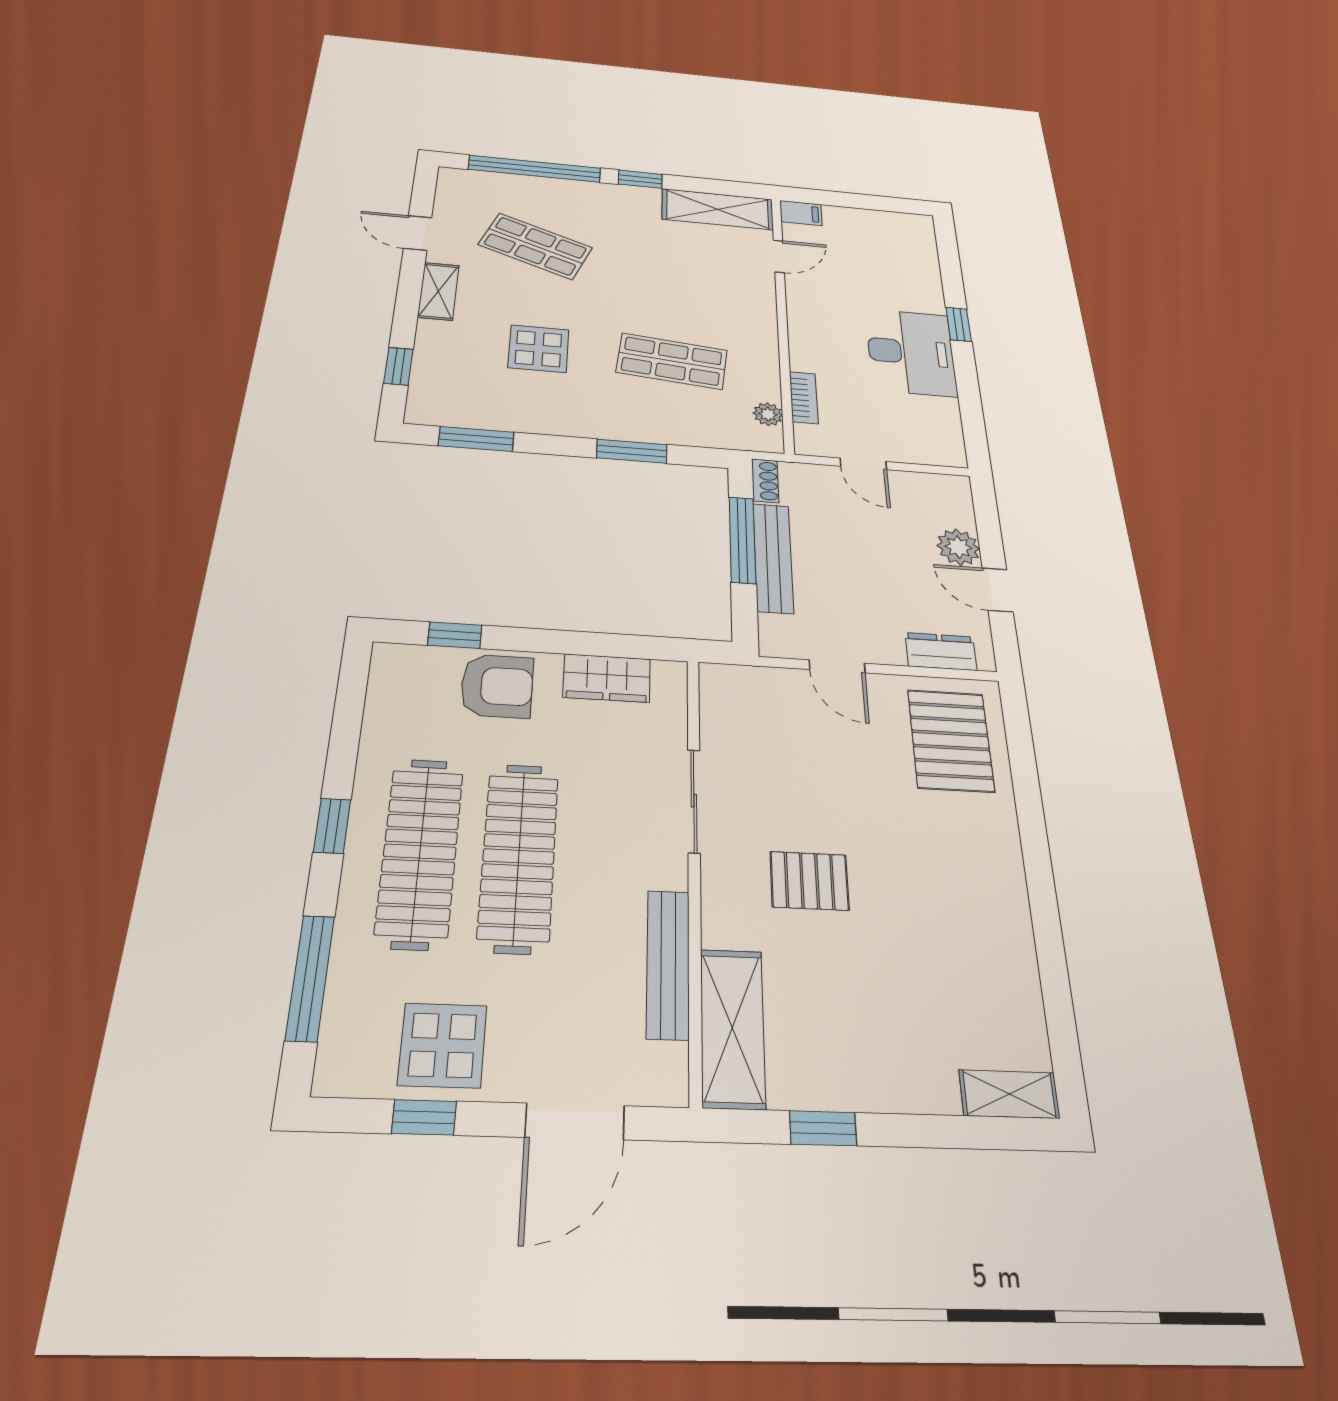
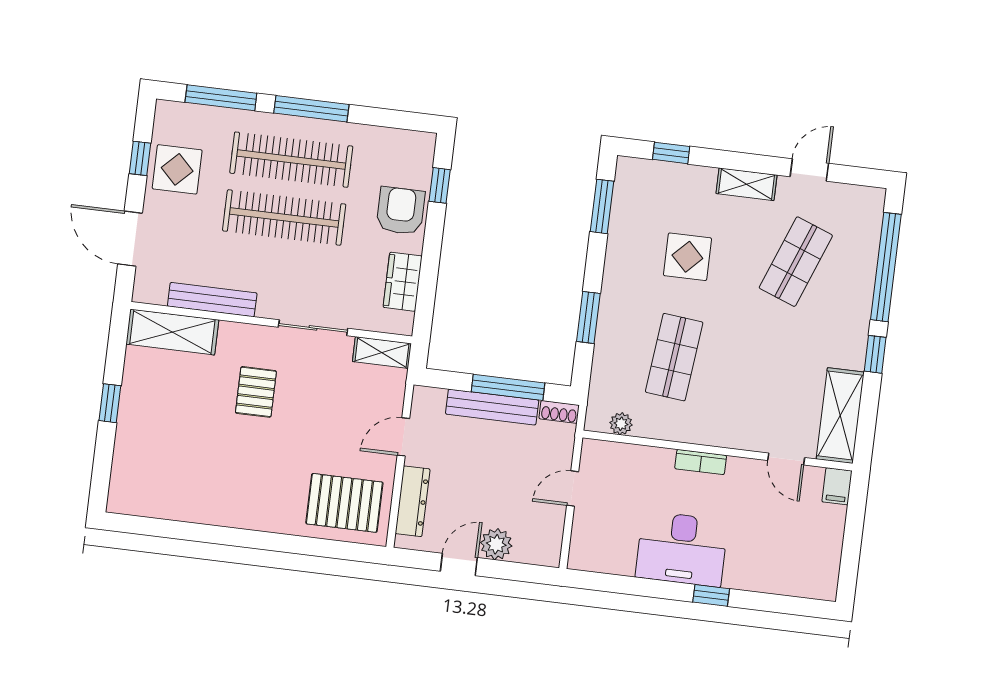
bookcase: (804, 398) -> (701, 462), moved
dresser: (941, 651) -> (413, 501), width x1.44
armchair: (497, 686) -> (401, 211), turned 180
window: (332, 826) -> (311, 109), width x2.17
shelving: (1009, 1094) -> (382, 353), moved, turned 90
window: (823, 1128) -> (110, 403), moved

